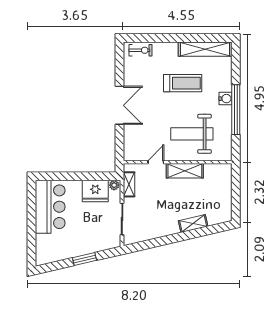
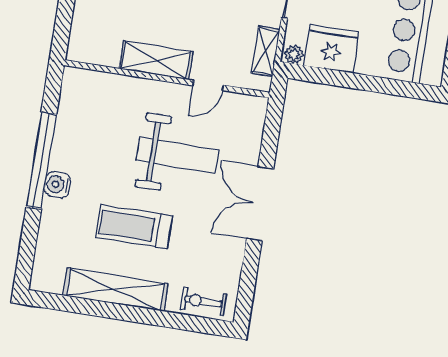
shelving: (205, 49) -> (115, 290), moved
weight bench: (192, 134) -> (177, 155), moved

